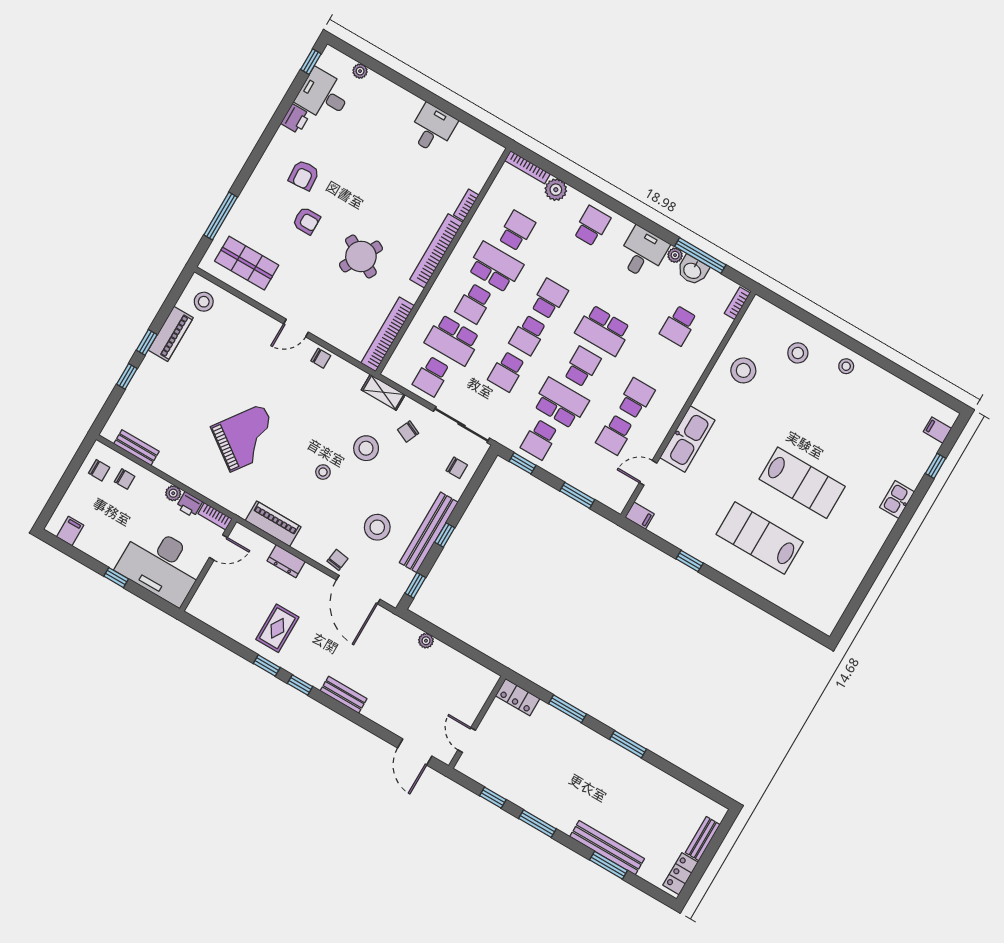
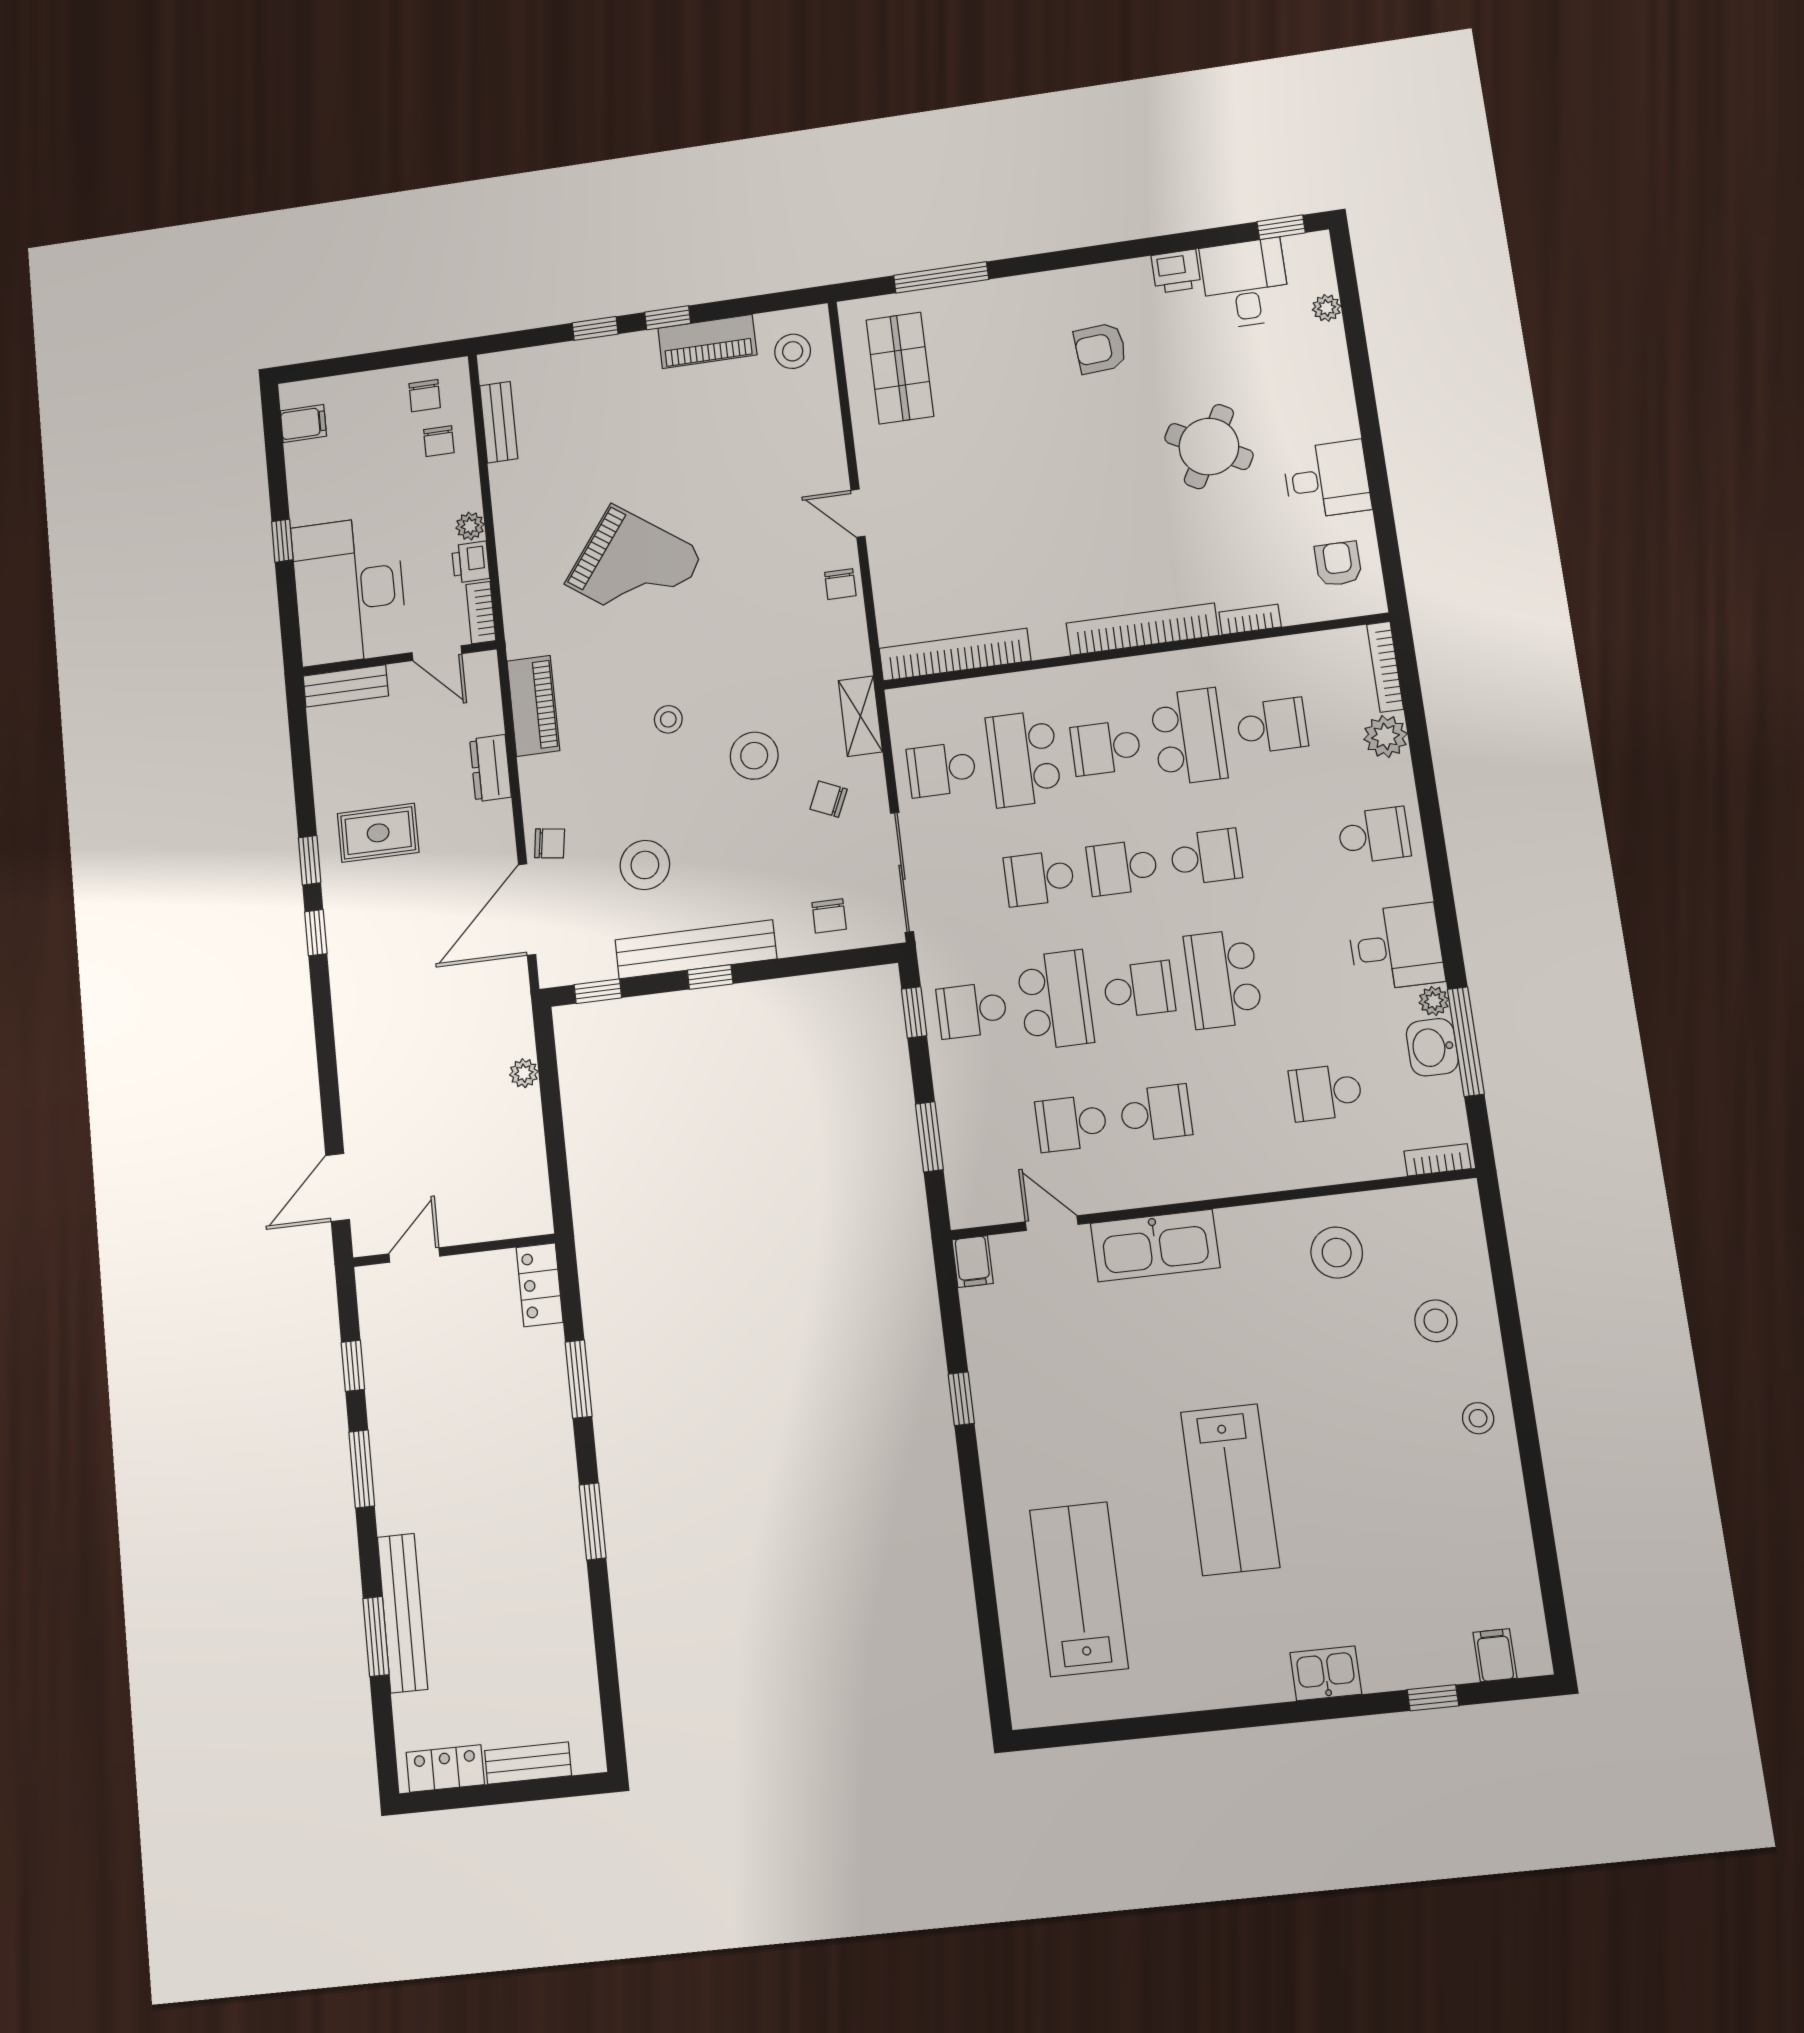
armchair: (306, 221) -> (1338, 564), moved, turned 180
round table: (361, 256) -> (1209, 447), moved
lab bench: (760, 538) -> (1079, 1589), moved
bench: (344, 695) -> (346, 686), moved, turned 90

